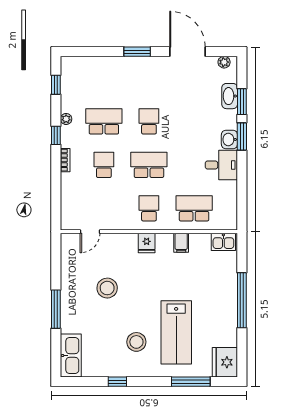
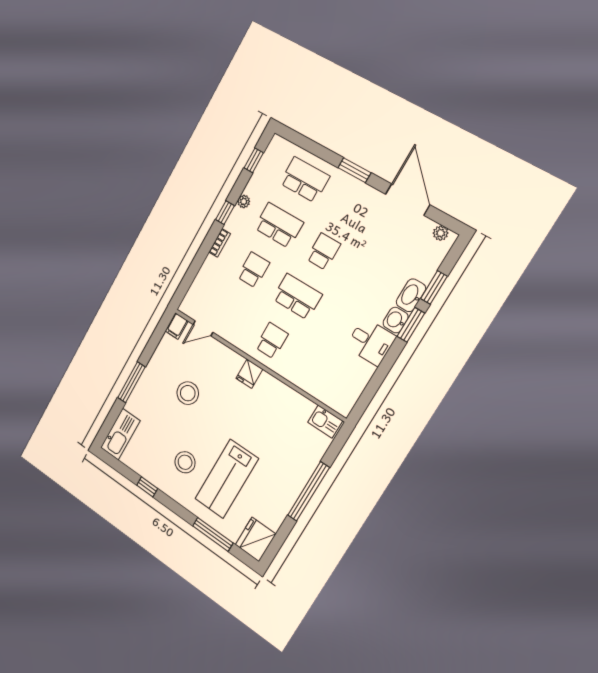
washbasin: (230, 96) -> (411, 295), moved
school desk: (194, 208) -> (305, 180), moved
filing cabinet: (181, 243) -> (177, 326), moved

